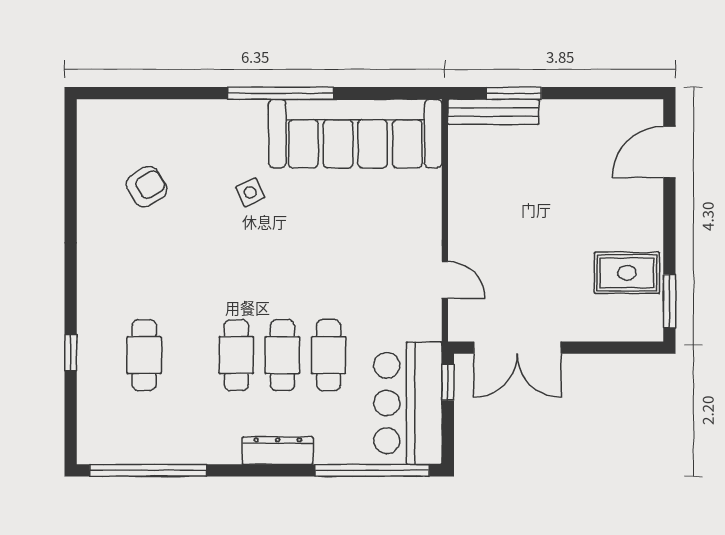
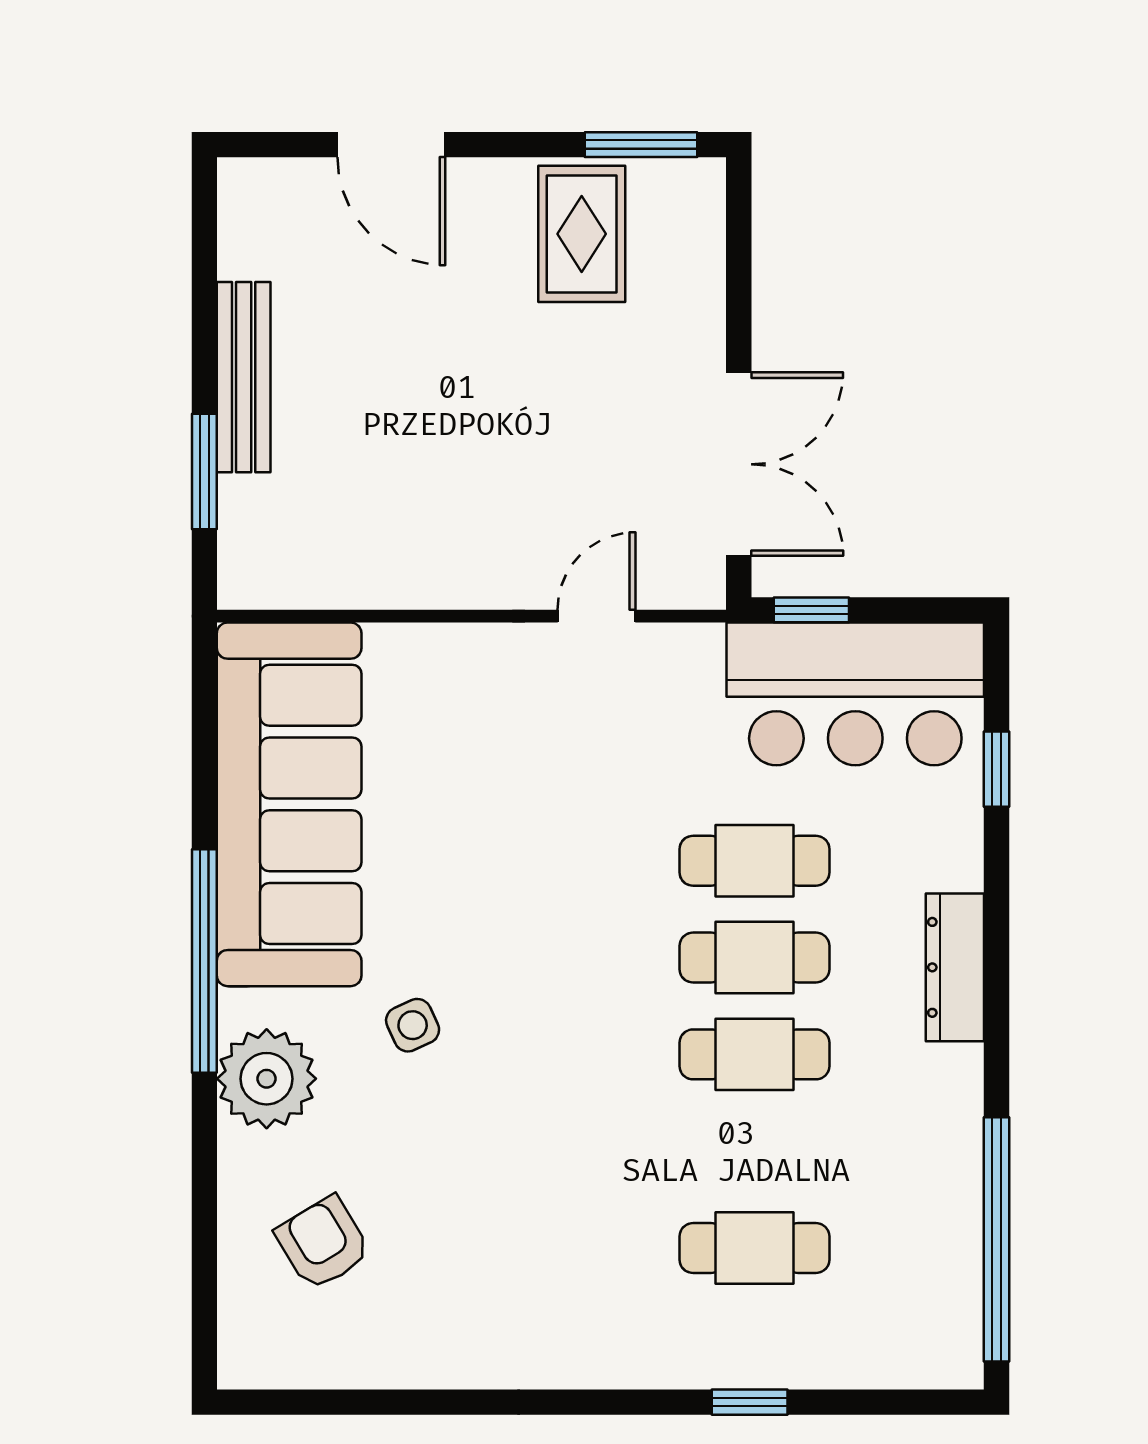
bench: (493, 112) -> (244, 377), moved
plant: (225, 123) -> (267, 1079), added
door: (669, 152) -> (391, 145), moved
armchair: (147, 187) -> (323, 1243), moved
window: (372, 470) -> (997, 769), width x0.32

